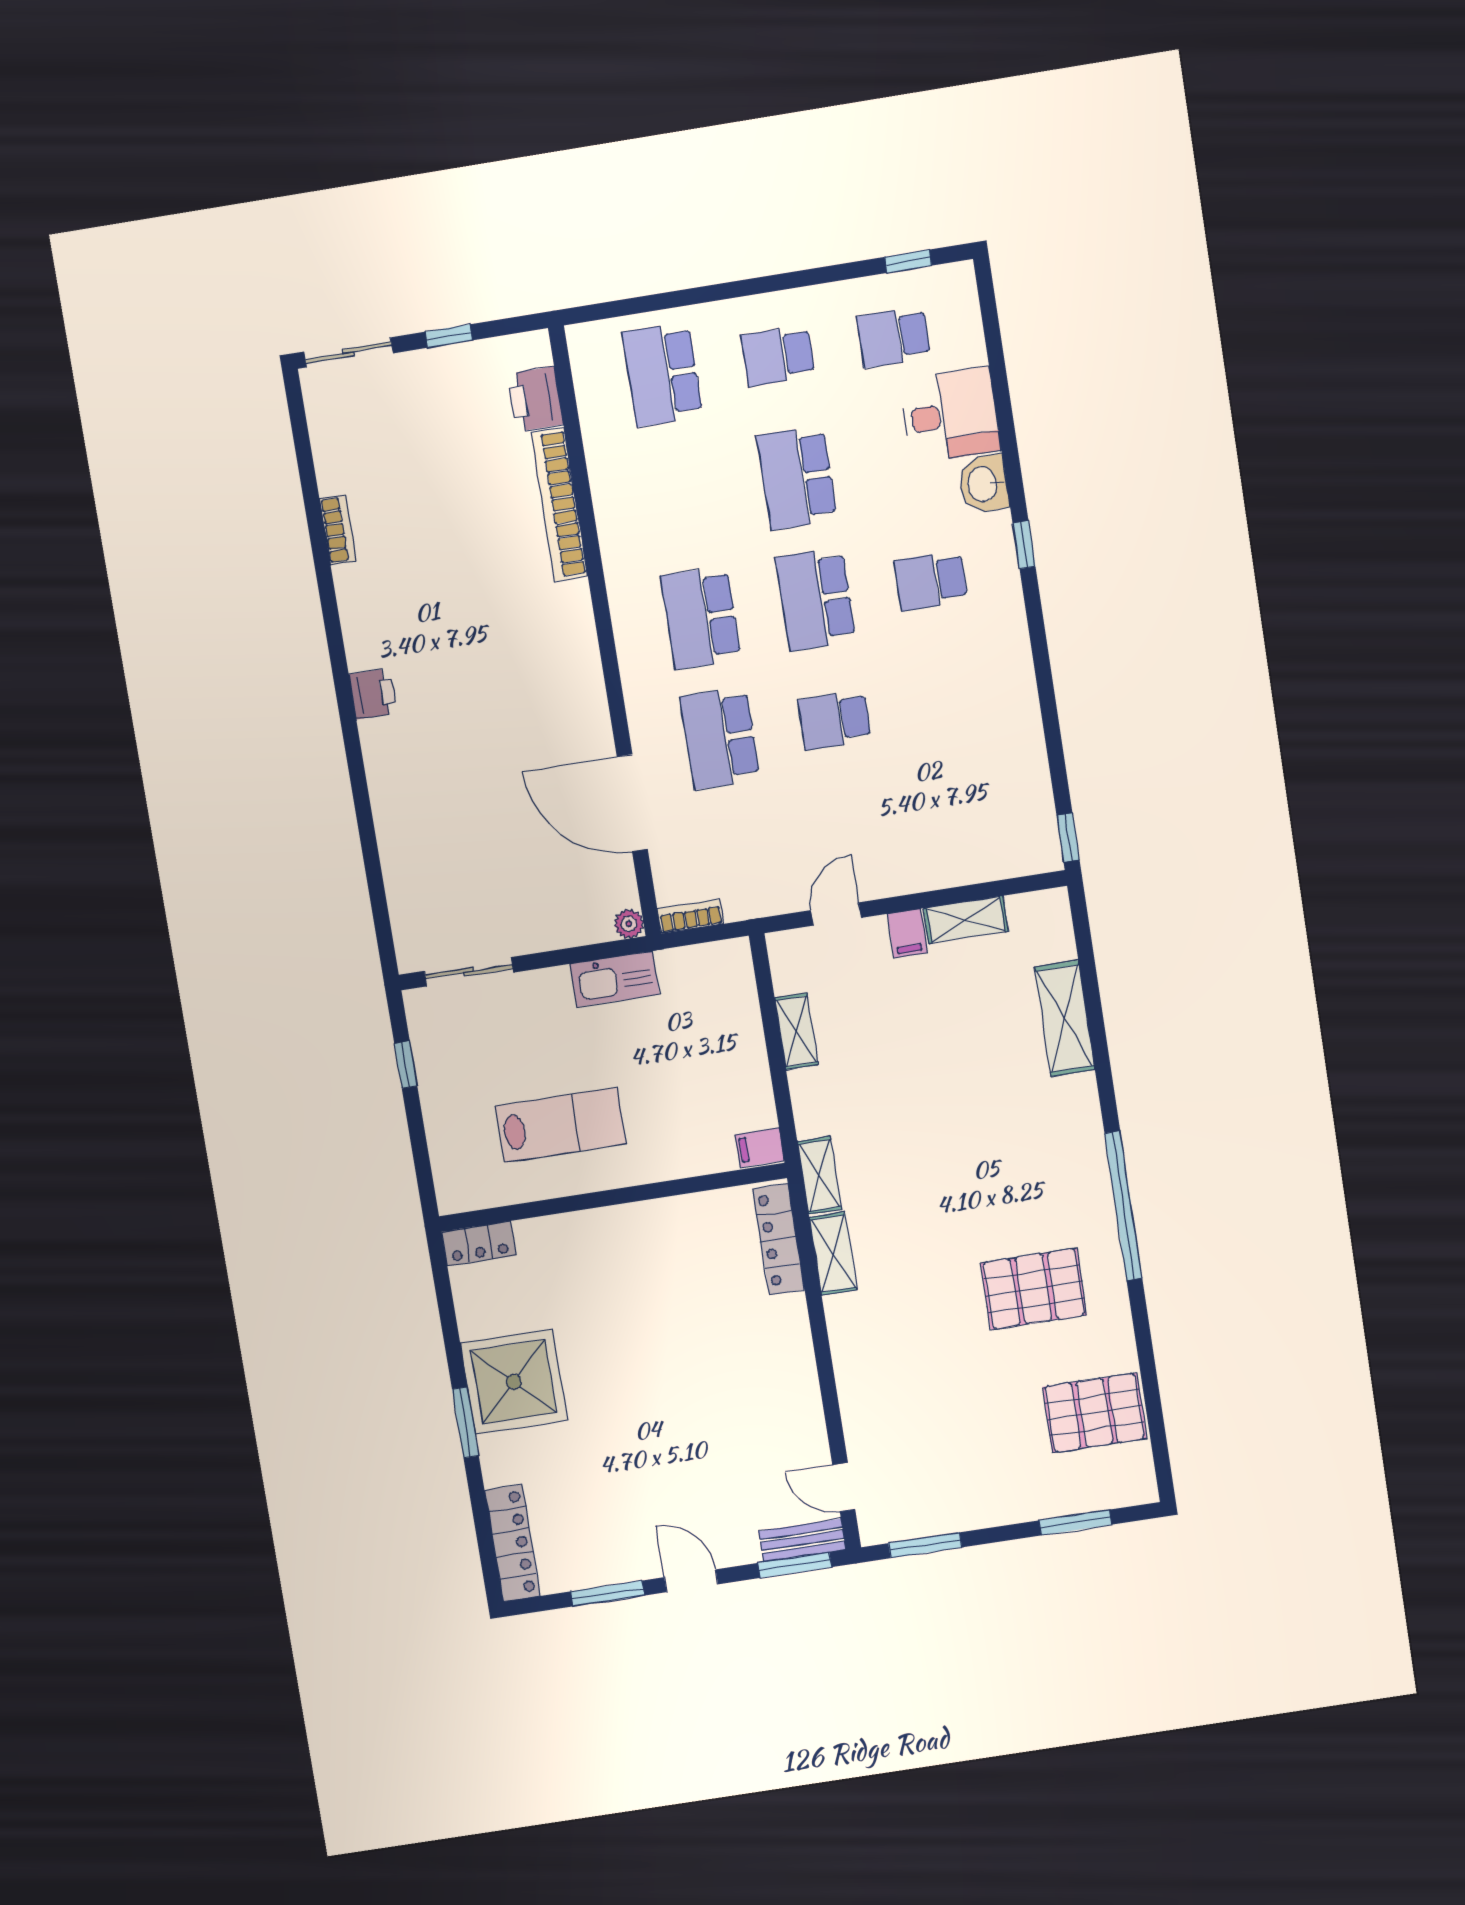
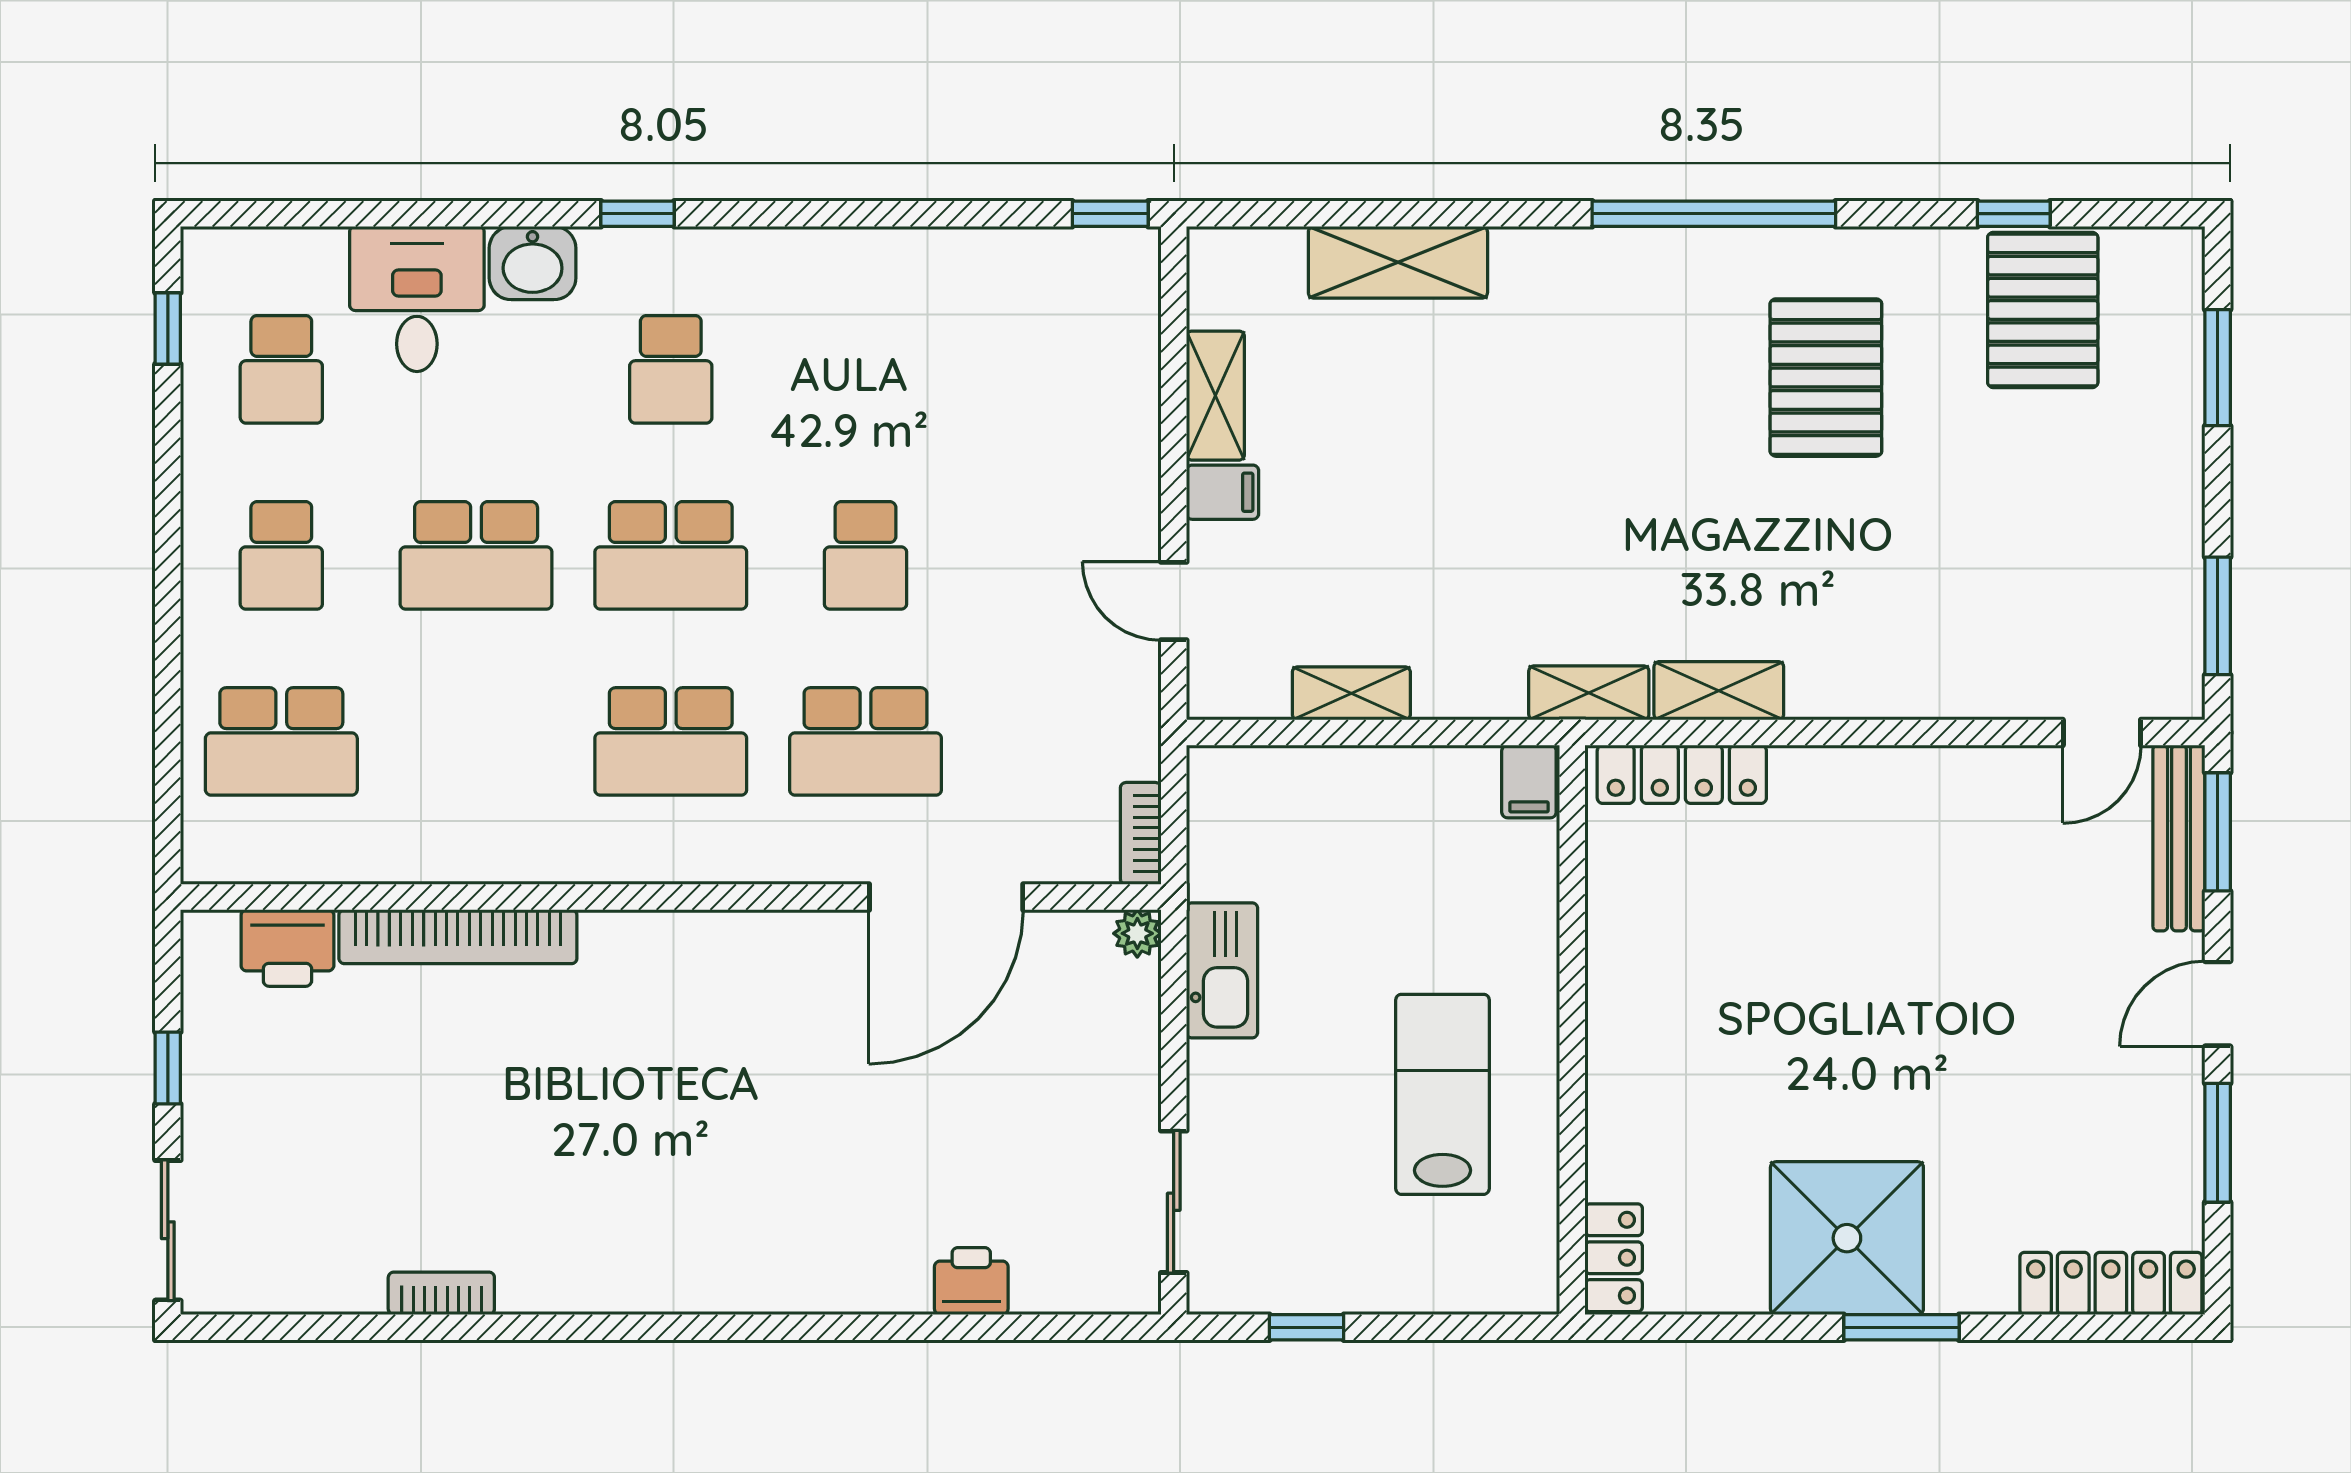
printer: (373, 694) -> (971, 1281), moved
window: (1150, 1386) -> (2014, 214), added
bench: (802, 1540) -> (2179, 838), width x1.36

